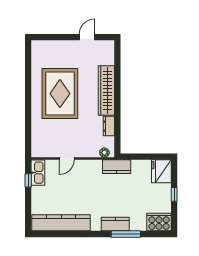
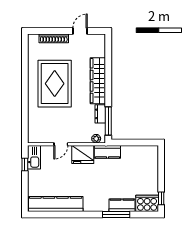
shoe rack: (59, 45) -> (54, 38), added
window: (117, 134) -> (108, 121), added
fridge: (161, 171) -> (83, 154), moved, turned -90
window: (174, 194) -> (161, 198), moved
kitchen counter: (115, 224) -> (122, 205), moved

